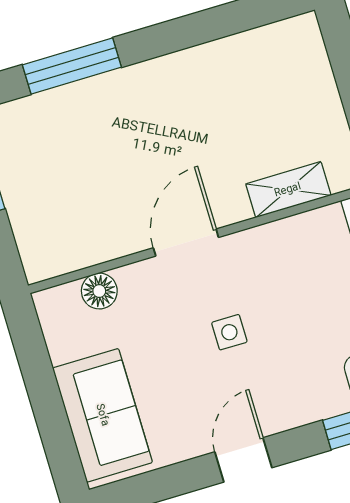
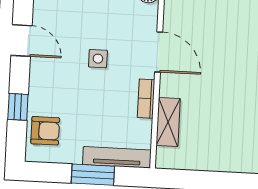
bookcase: (264, 236) -> (146, 99), added

